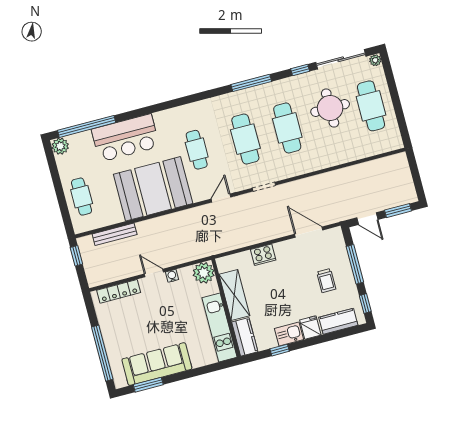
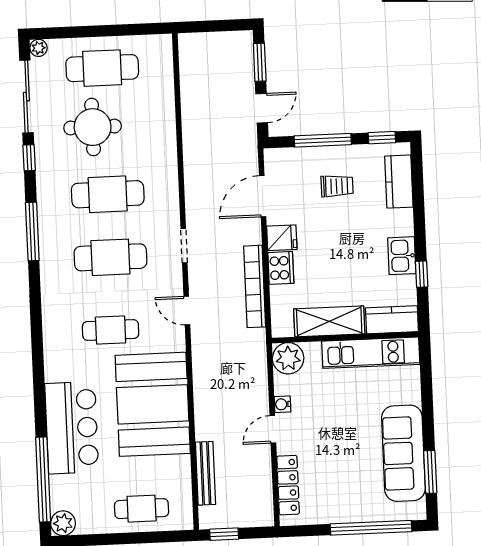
bookcase: (247, 240) -> (255, 286), added
fridge: (310, 327) -> (282, 238), moved, turned 180

